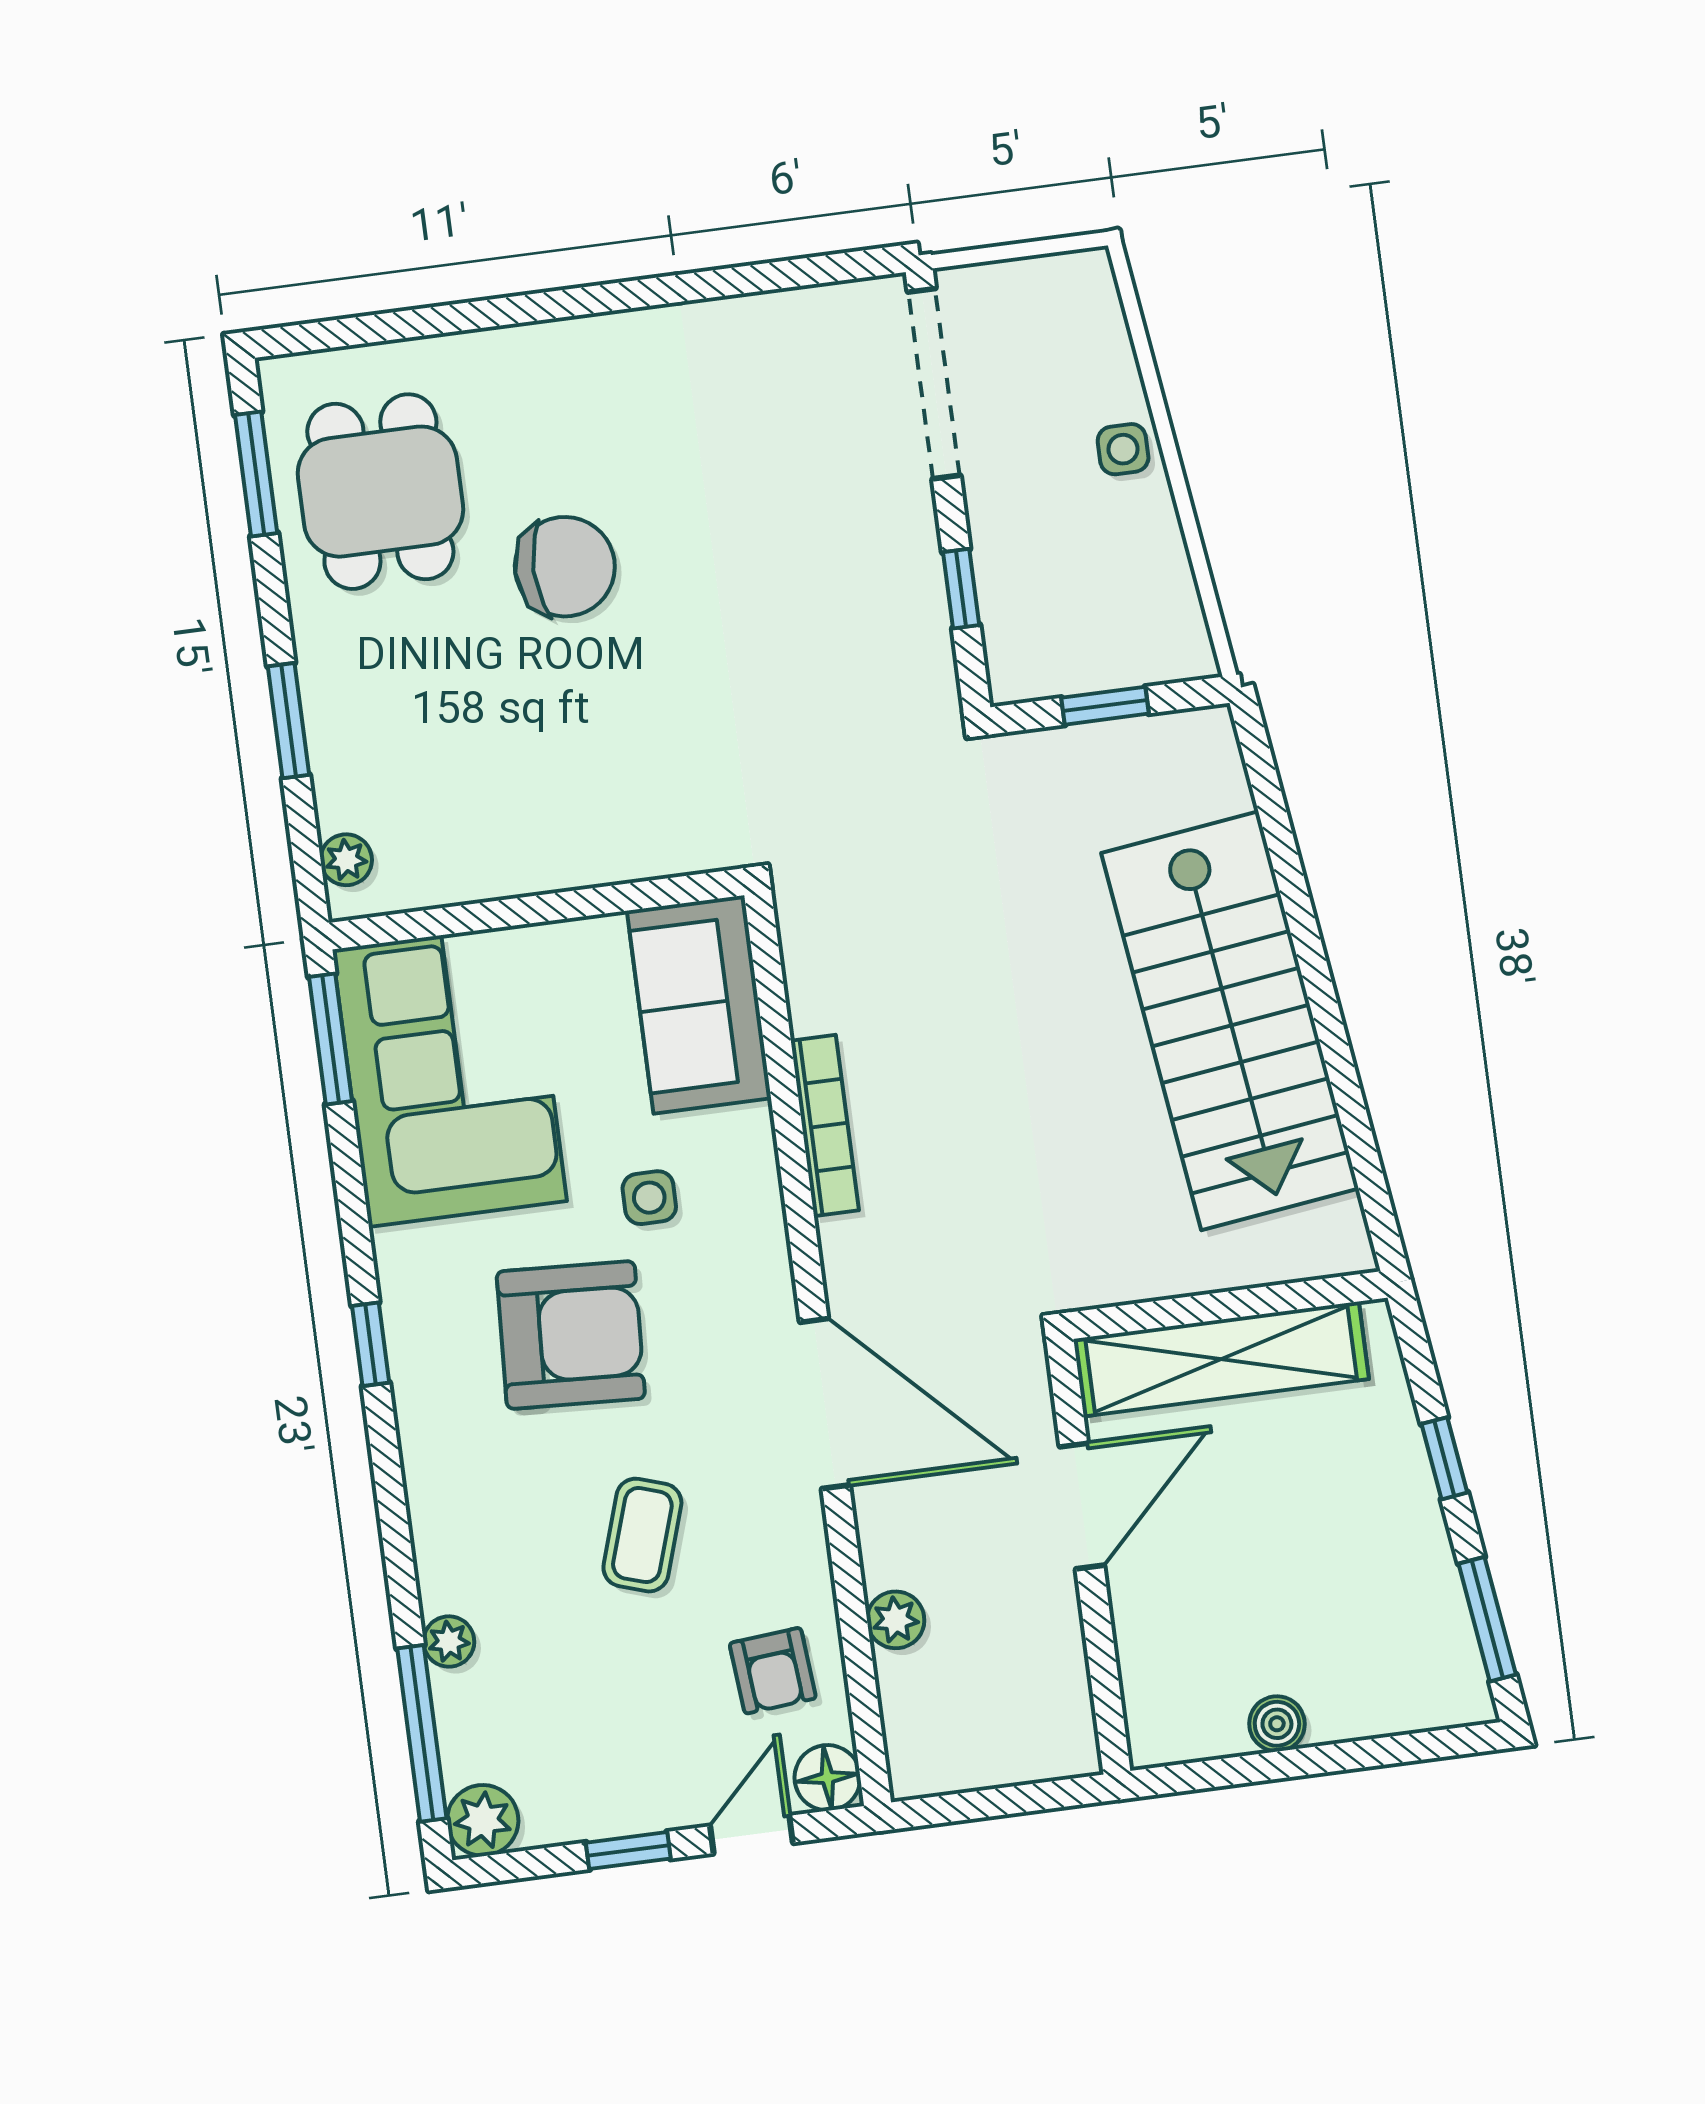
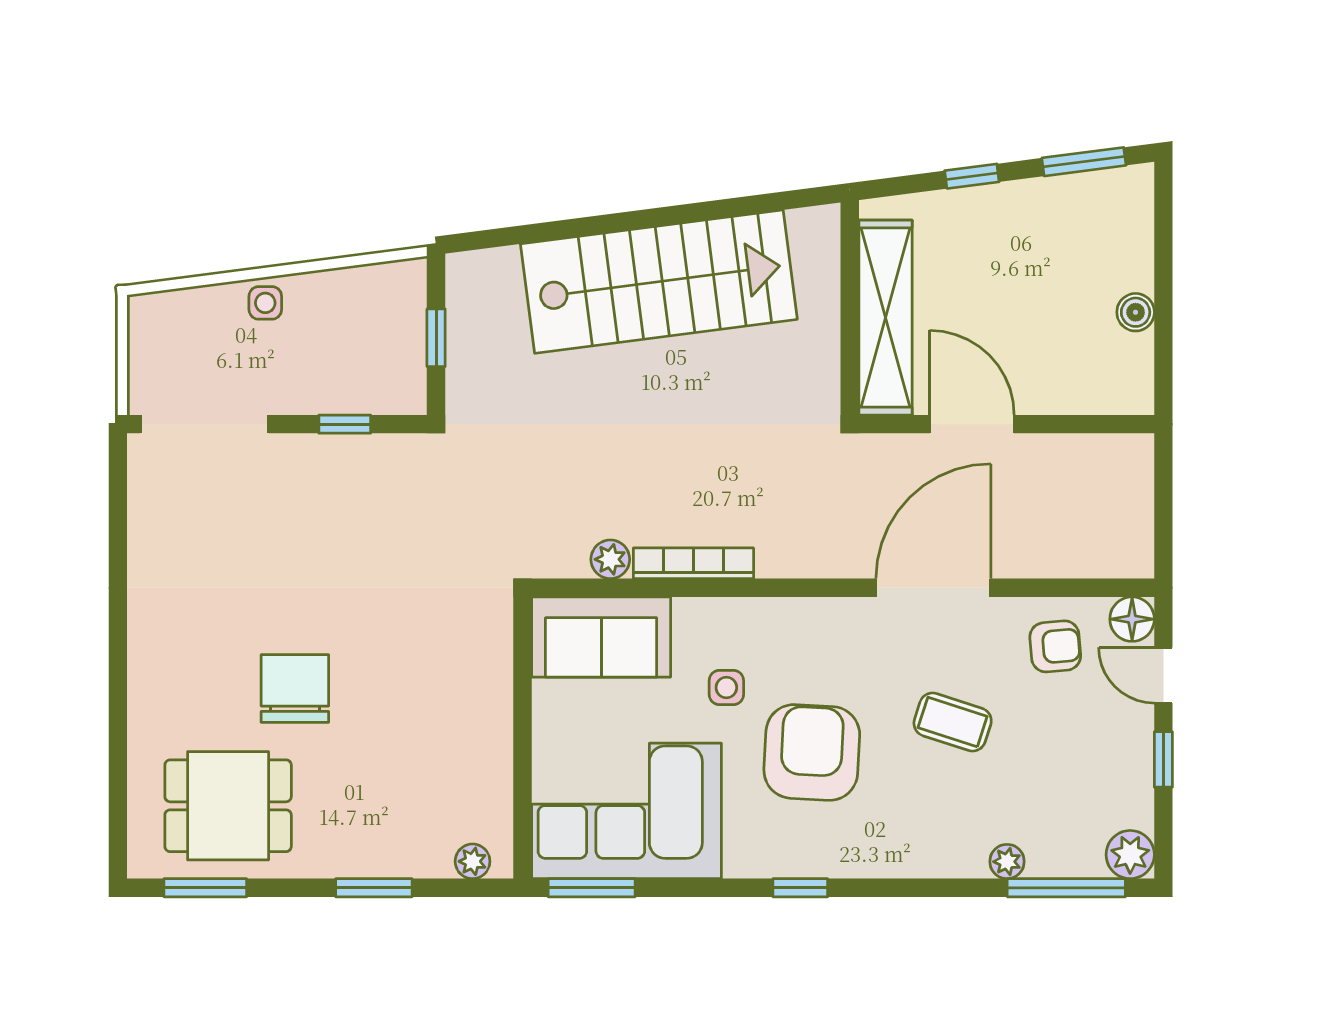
door: (825, 1404) -> (933, 588), moved
plant: (896, 1620) -> (610, 559), moved

